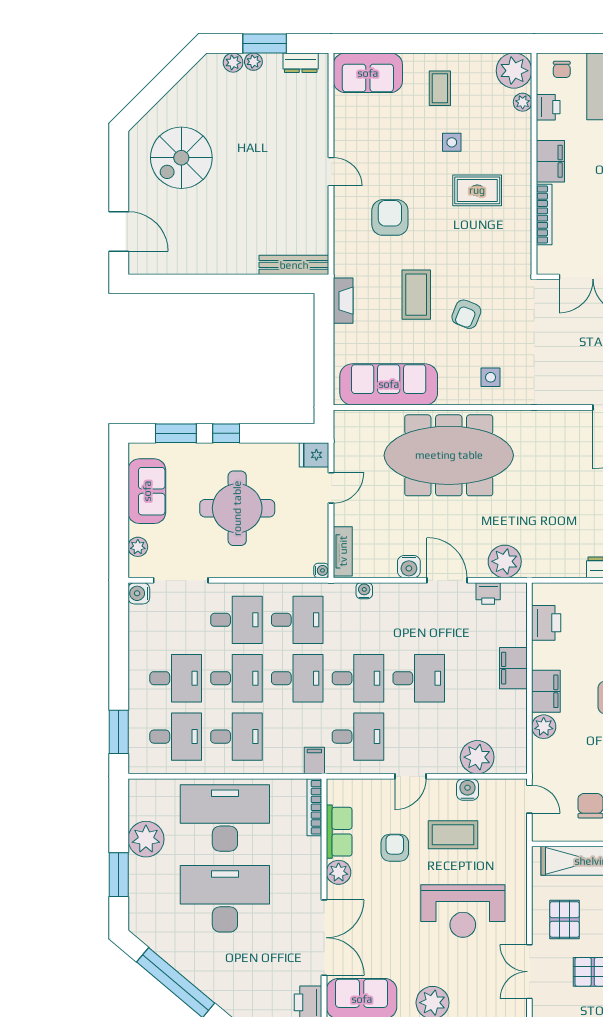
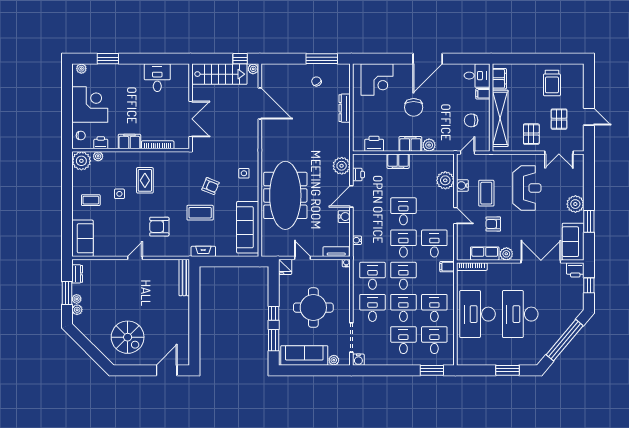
sofa: (147, 491) -> (304, 355), width x1.36
plant: (146, 839) -> (489, 356), removed
pallet: (565, 920) -> (531, 134), turned 90

